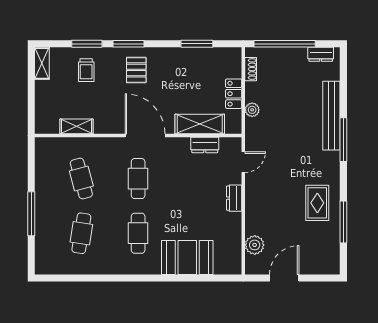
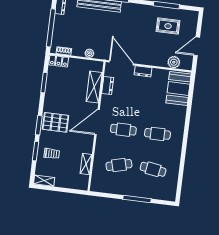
pallet: (136, 70) -> (56, 122), width x1.50, depth x1.42
locker: (234, 94) -> (59, 61), moved
door: (243, 162) -> (121, 63), width x1.87
rug: (317, 203) -> (168, 26), moved
booth: (187, 257) -> (178, 88), moved
door: (284, 278) -> (197, 46), hinge flipped

